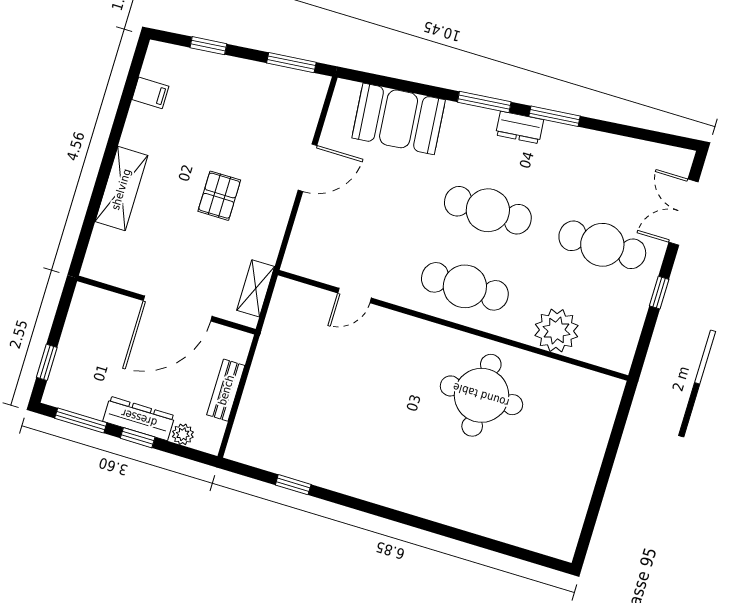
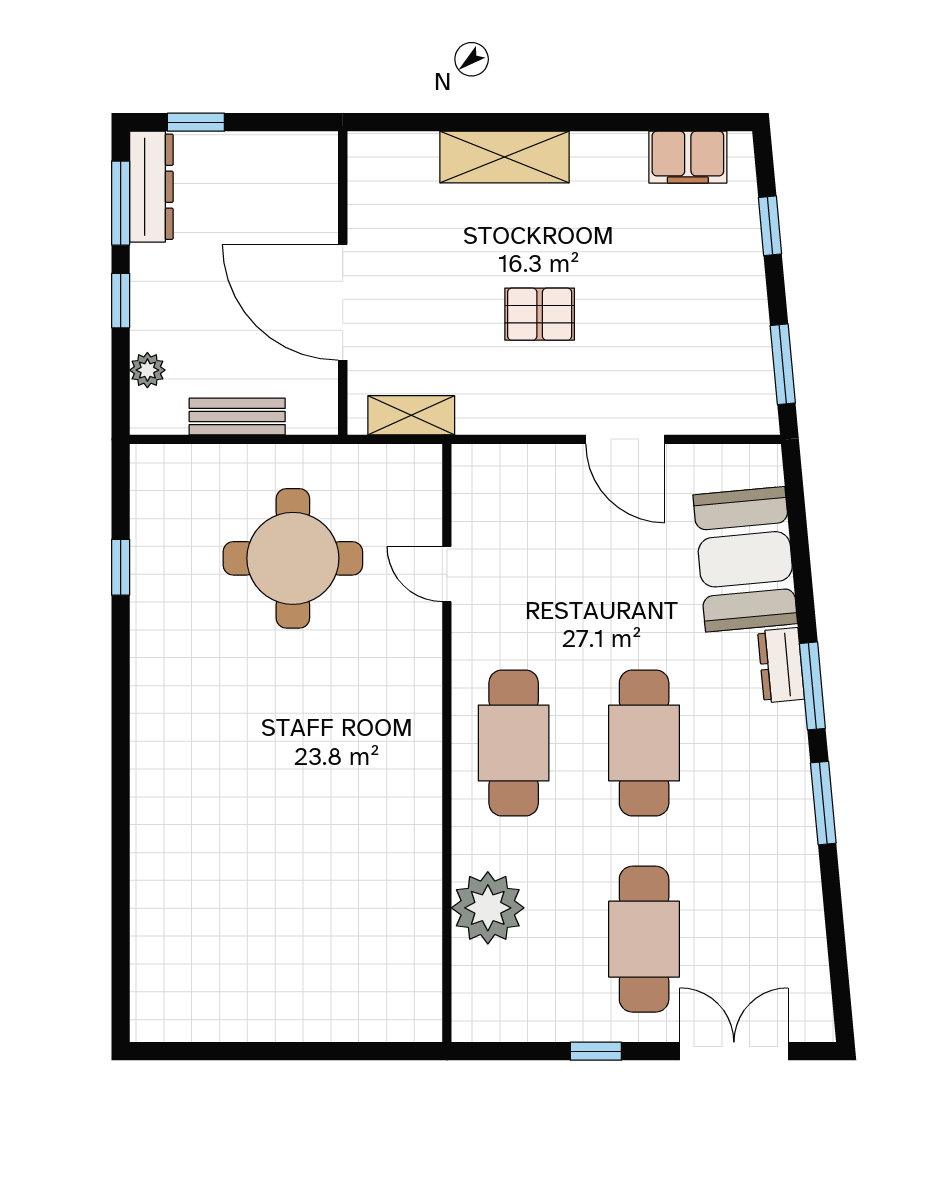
filing cabinet: (150, 93) -> (688, 157), width x2.00
dresser: (520, 127) -> (781, 665), moved
round table: (481, 395) -> (293, 558), moved
dresser: (139, 418) -> (151, 187), moved

